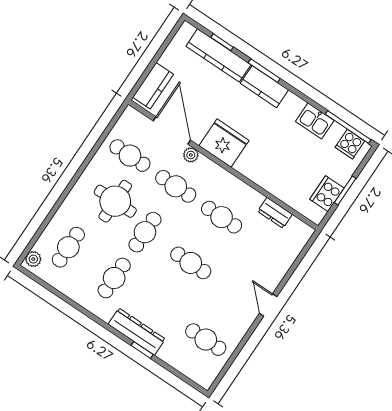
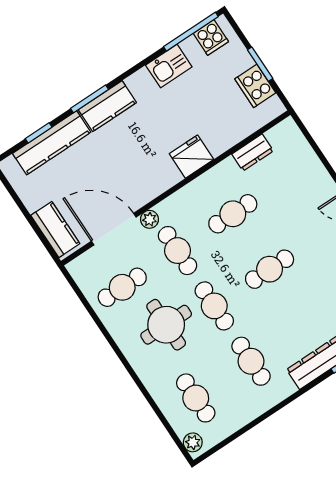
fridge: (224, 143) -> (191, 157), moved, width x0.73, depth x0.75
cafe table: (176, 186) -> (177, 251), turned 90

